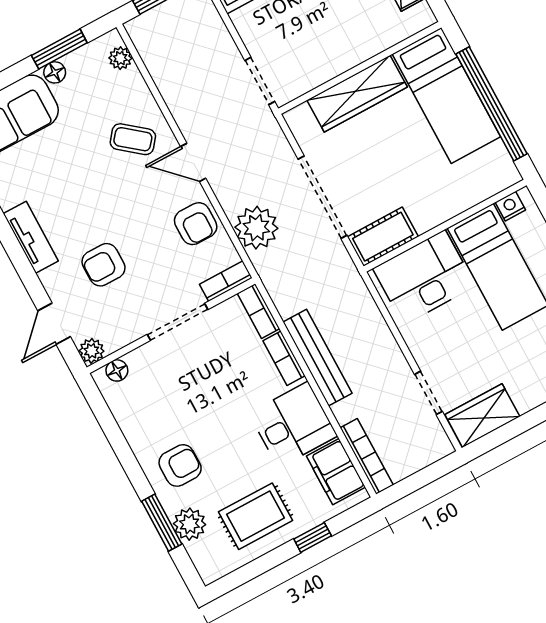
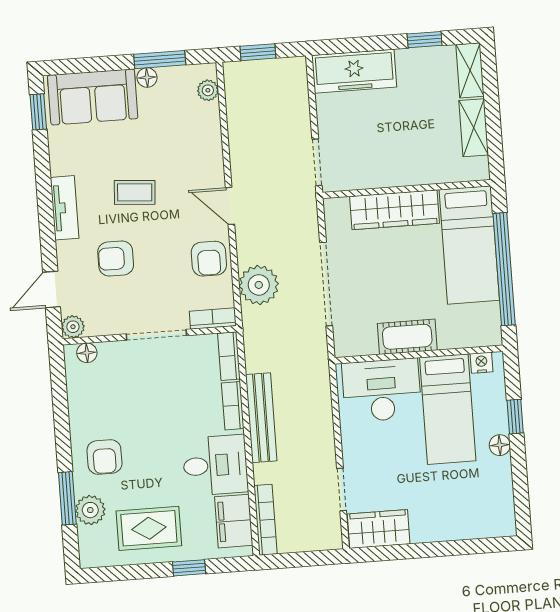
coffee table: (133, 139) -> (135, 192), moved, turned -35
cot: (383, 237) -> (407, 337), moved
armchair: (180, 465) -> (104, 457), turned 90

